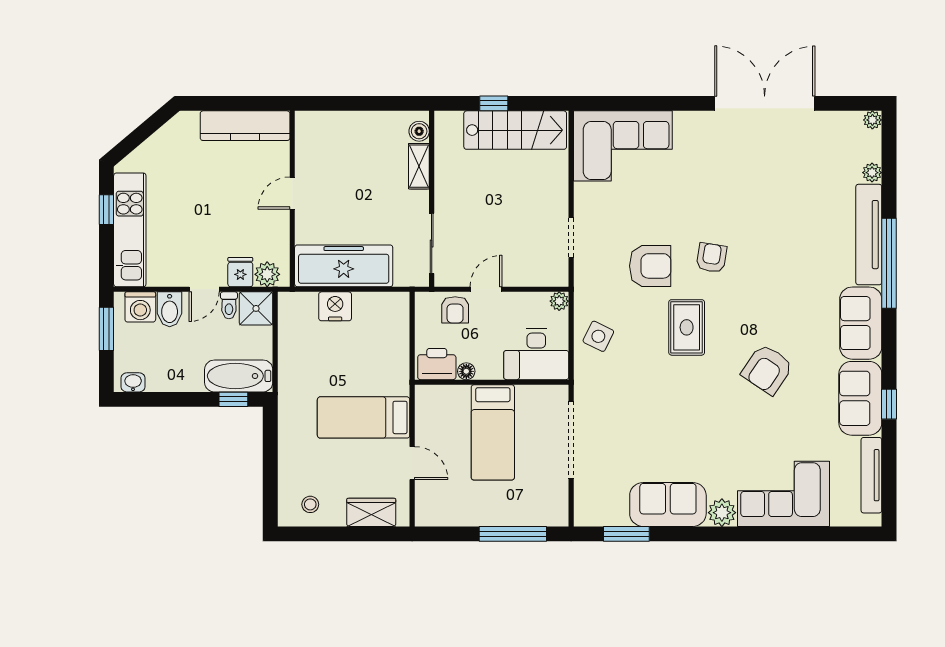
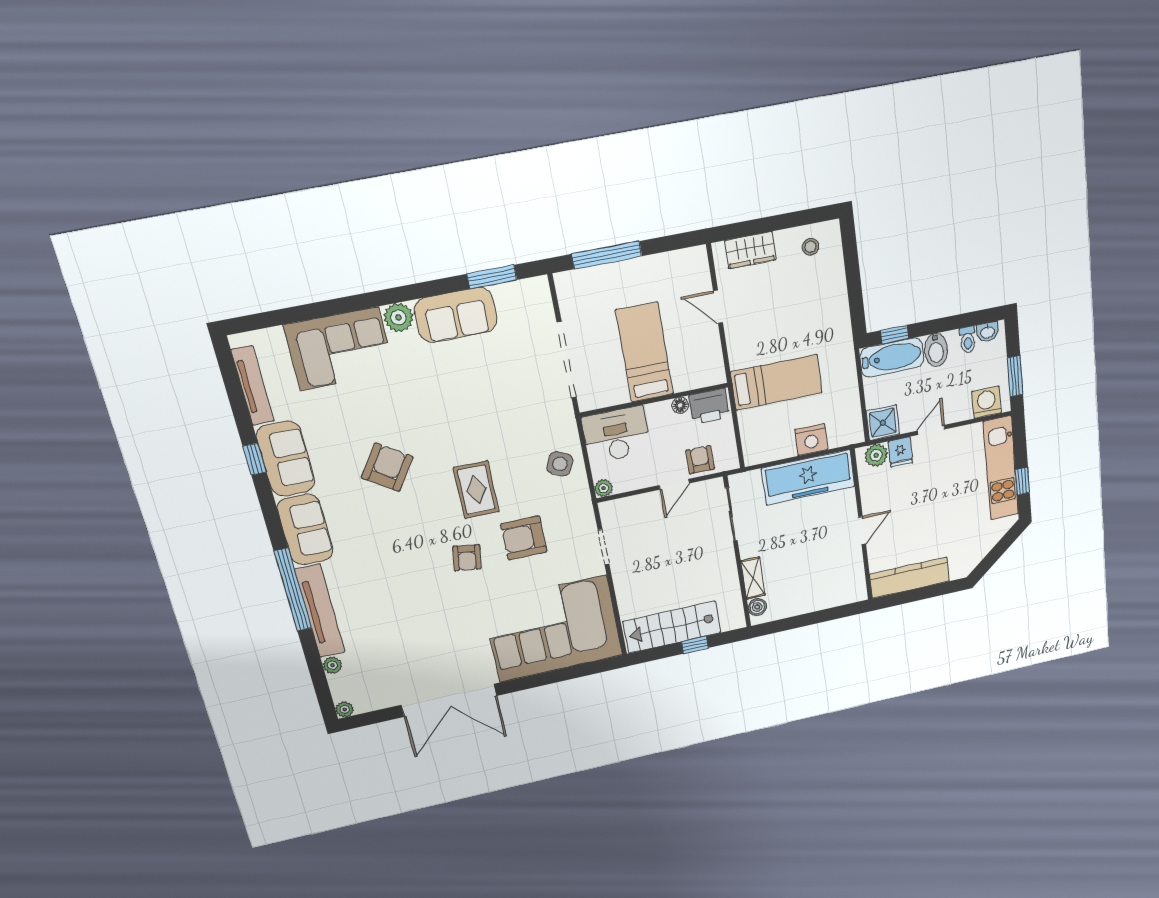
corner sofa: (623, 146) -> (553, 629), width x1.36, depth x1.36
toilet: (229, 305) -> (968, 340), moved, turned 180
bidet: (170, 309) -> (936, 350), moved, turned 180
bed: (364, 417) -> (776, 382), moved

